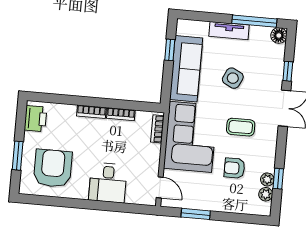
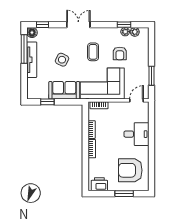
tv unit: (229, 31) -> (32, 60), width x1.41
sofa: (186, 69) -> (64, 90), width x0.73
window: (288, 71) -> (43, 25), moved

